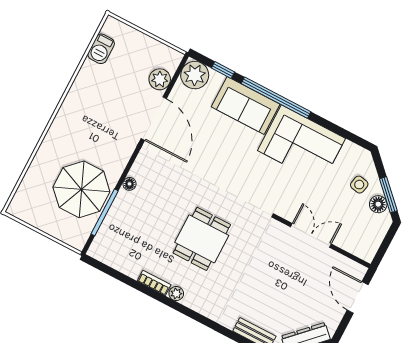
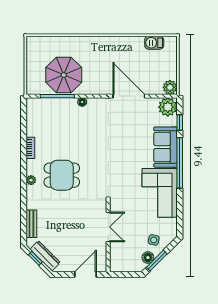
plant: (160, 79) -> (170, 87), moved
door: (154, 119) -> (129, 96), swing flipped
dining table: (202, 239) -> (62, 175), moved
plant: (176, 294) -> (31, 180), moved

